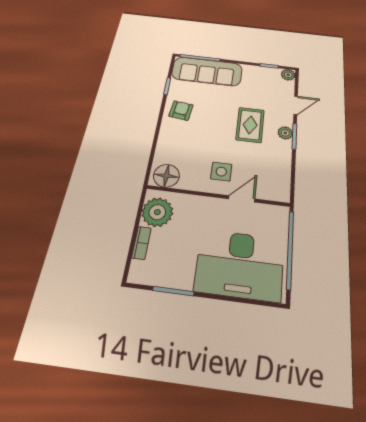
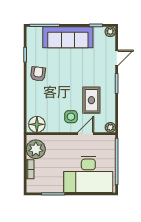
sofa: (207, 71) -> (68, 37), moved
rug: (250, 125) -> (91, 100), moved
plant: (285, 133) -> (110, 127), moved

